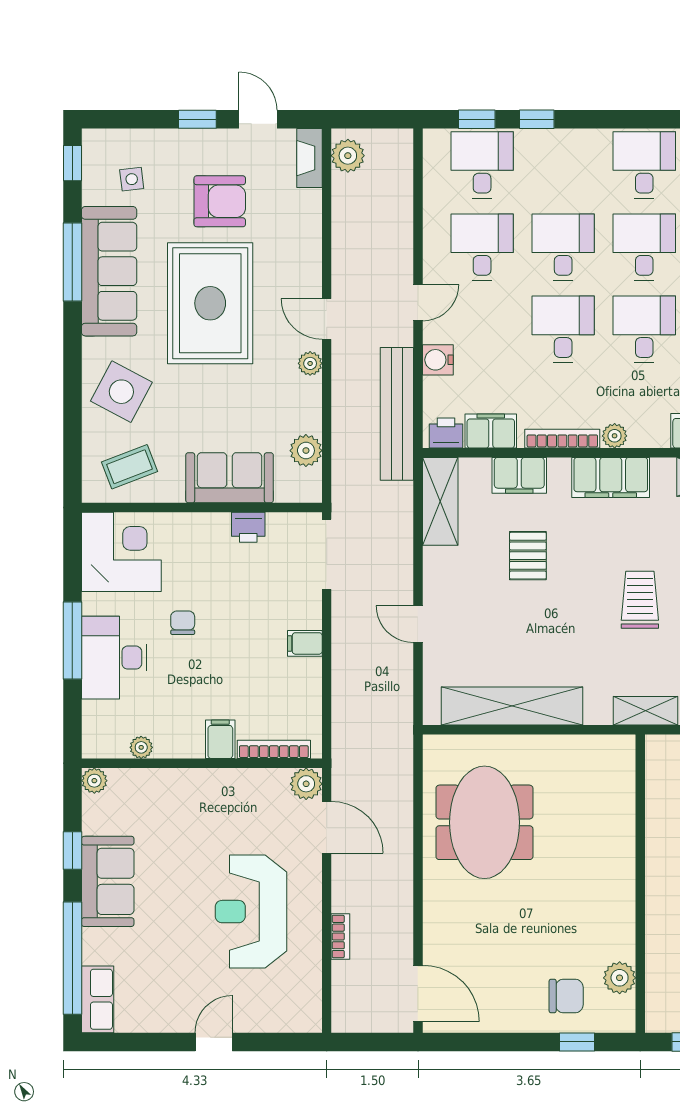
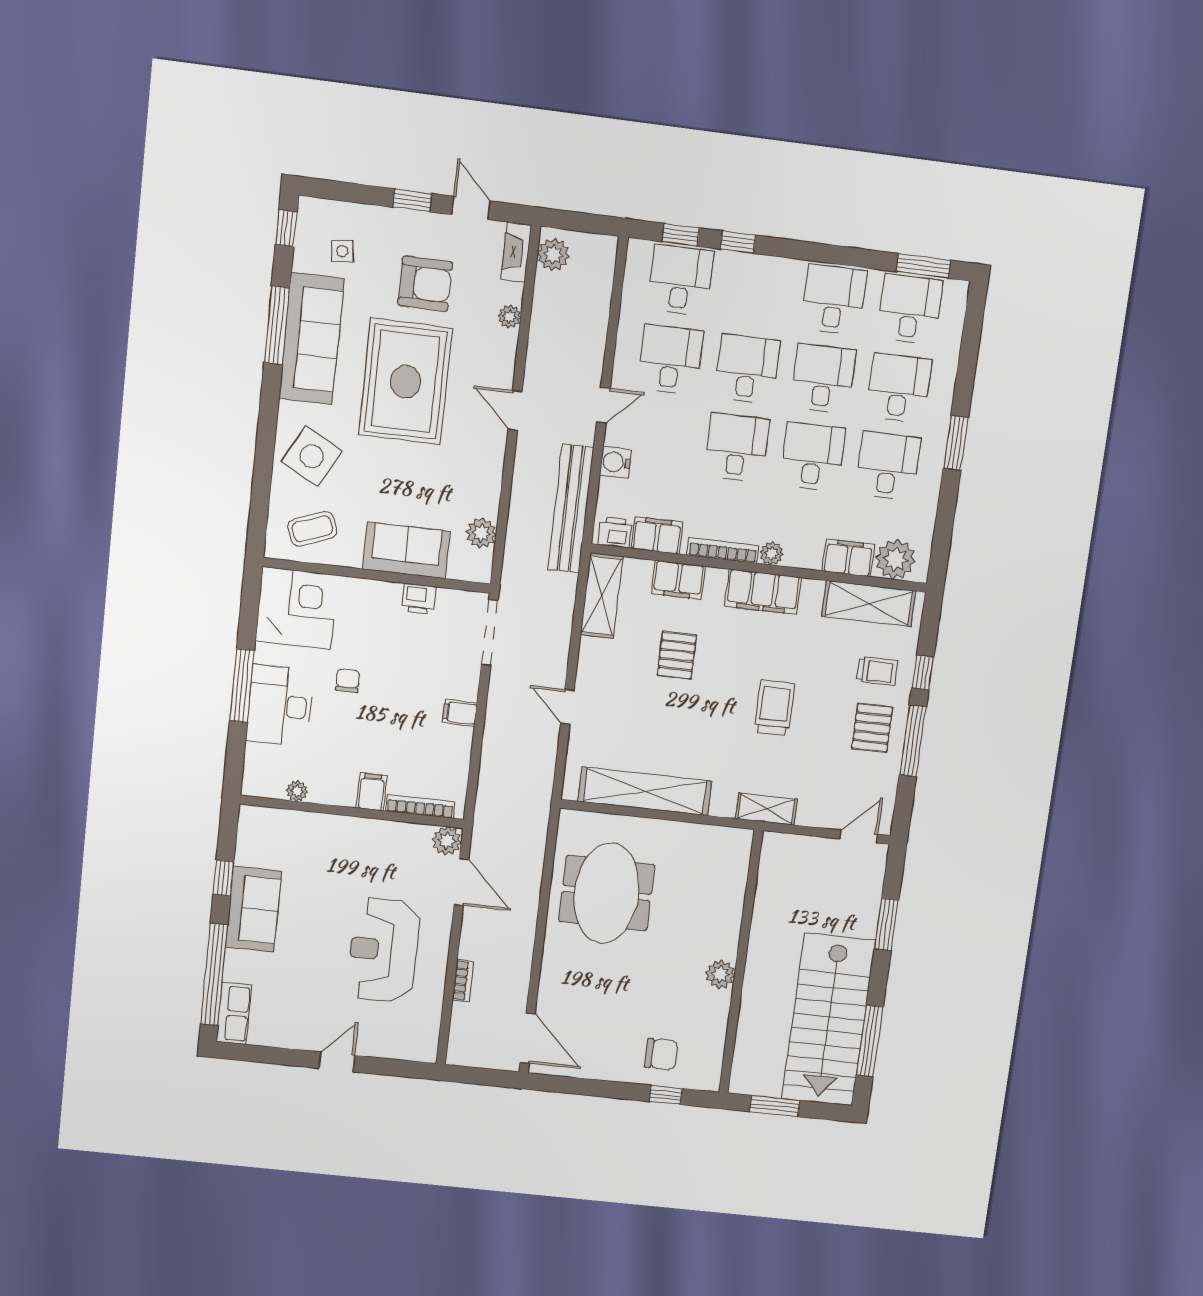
plant: (310, 363) -> (510, 317), moved
plant: (94, 781) -> (250, 817), removed
plant: (620, 978) -> (720, 974), moved

